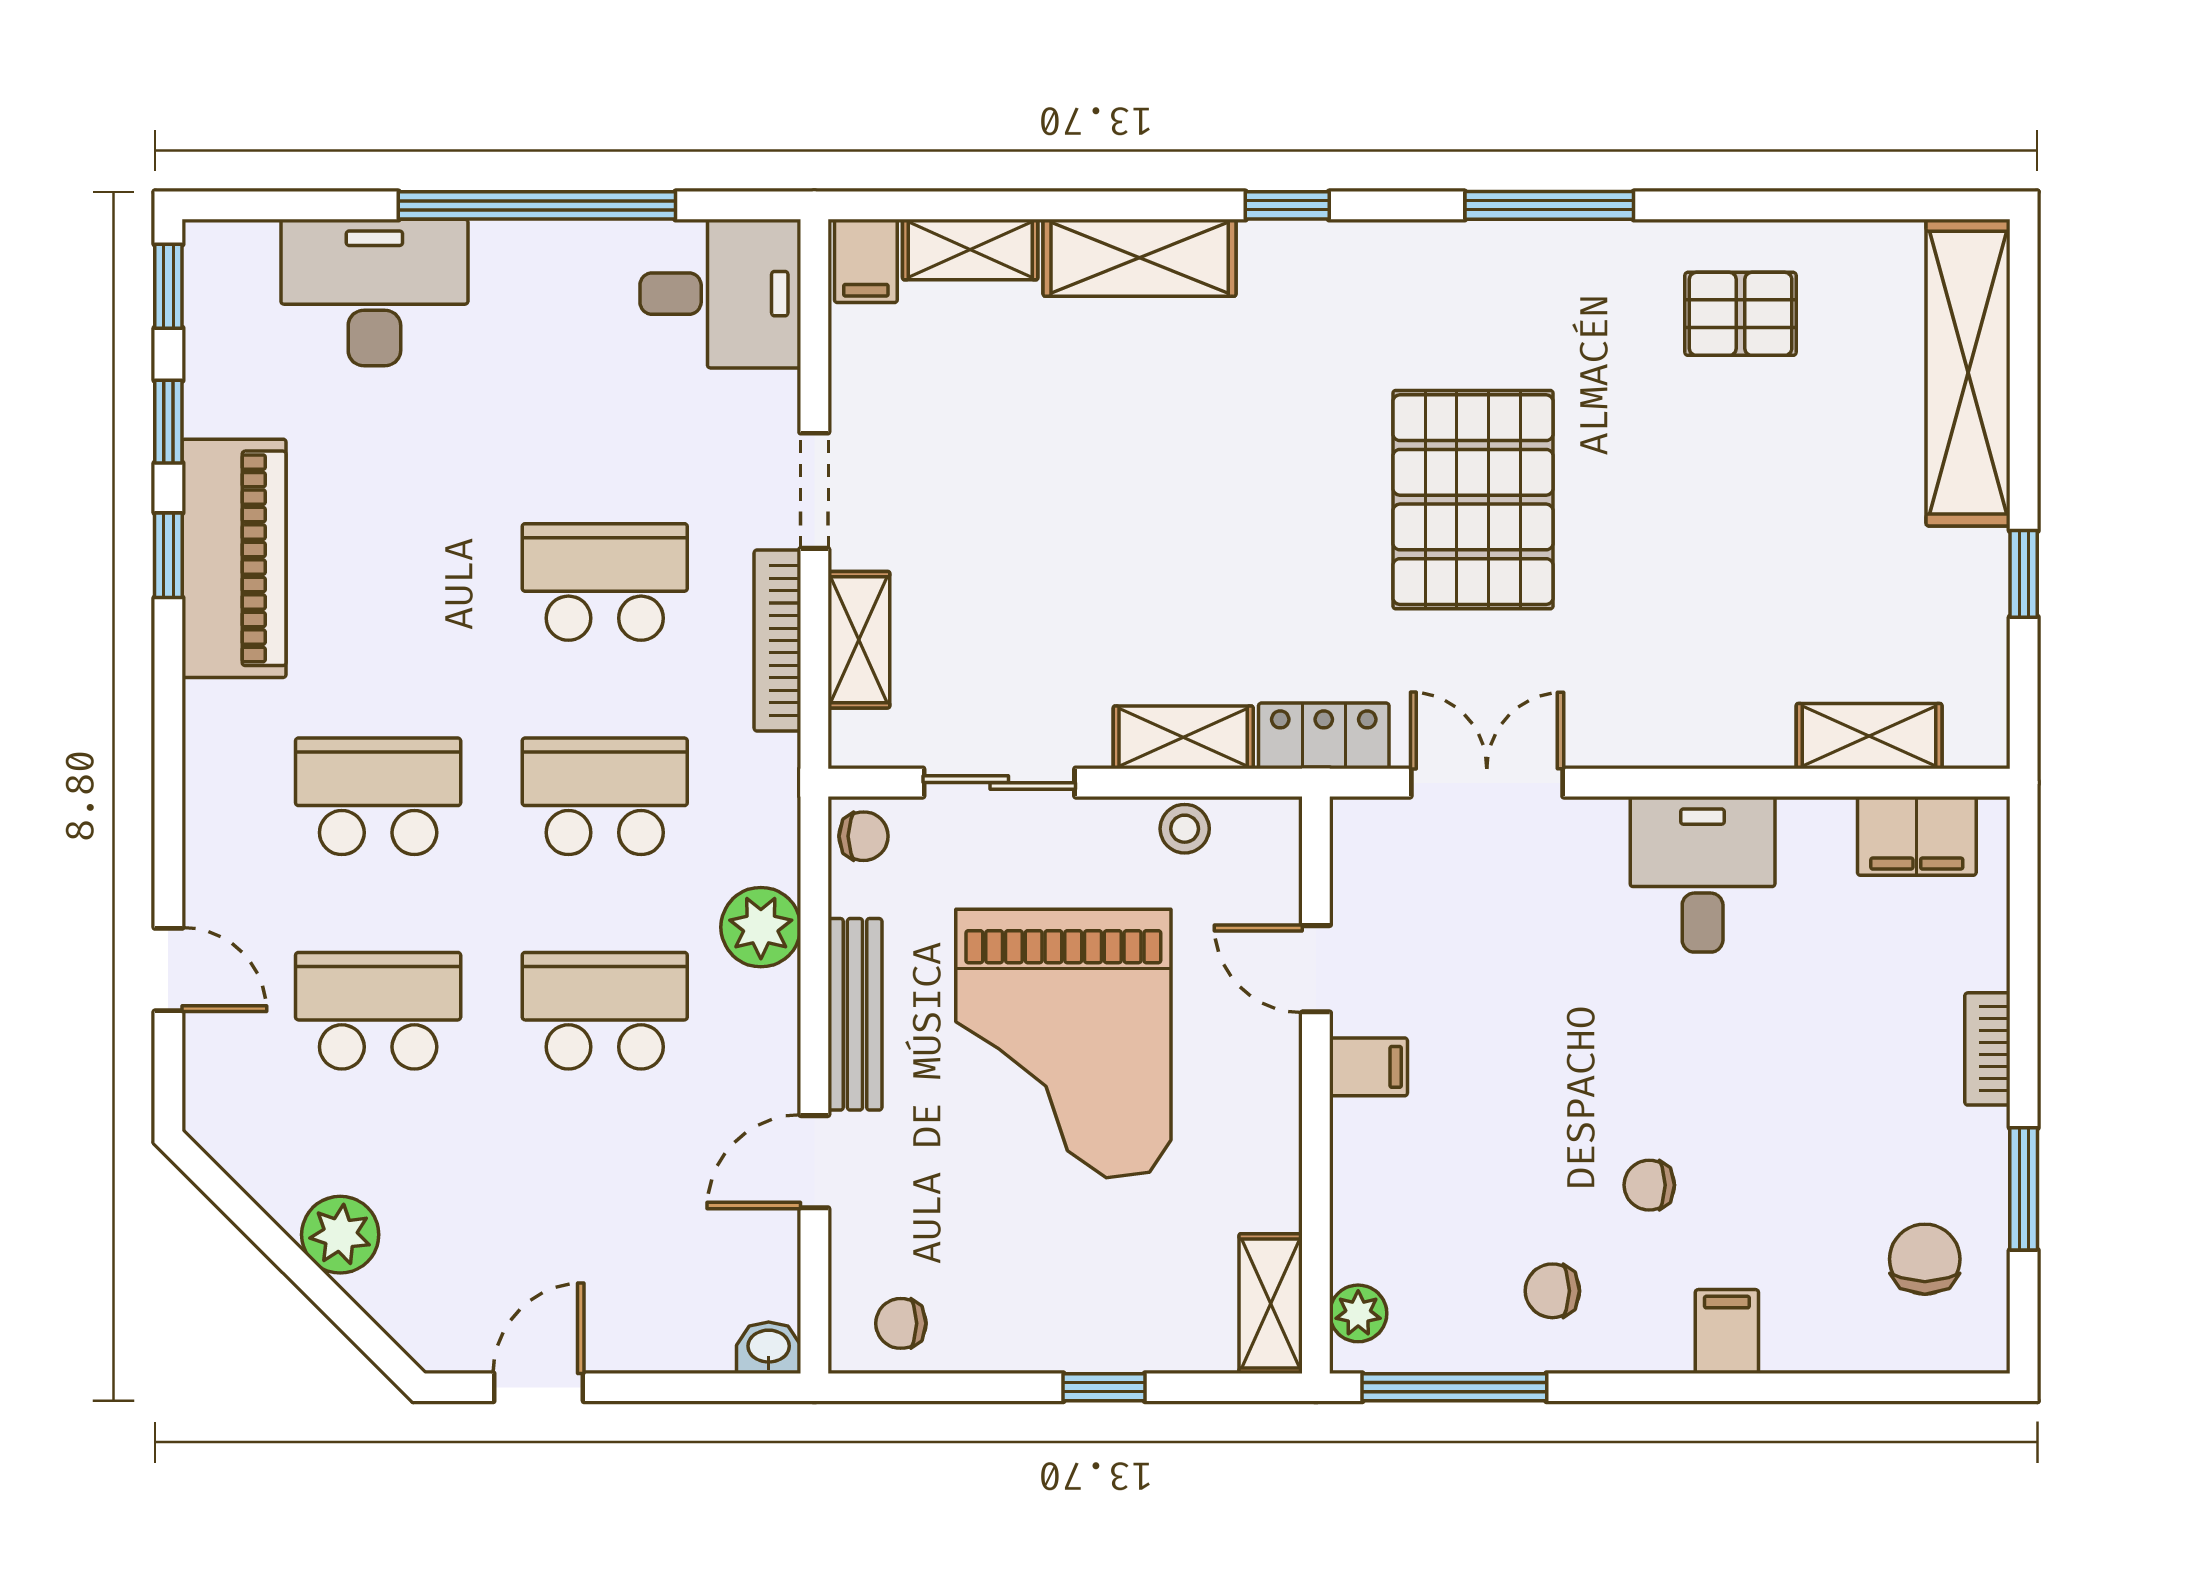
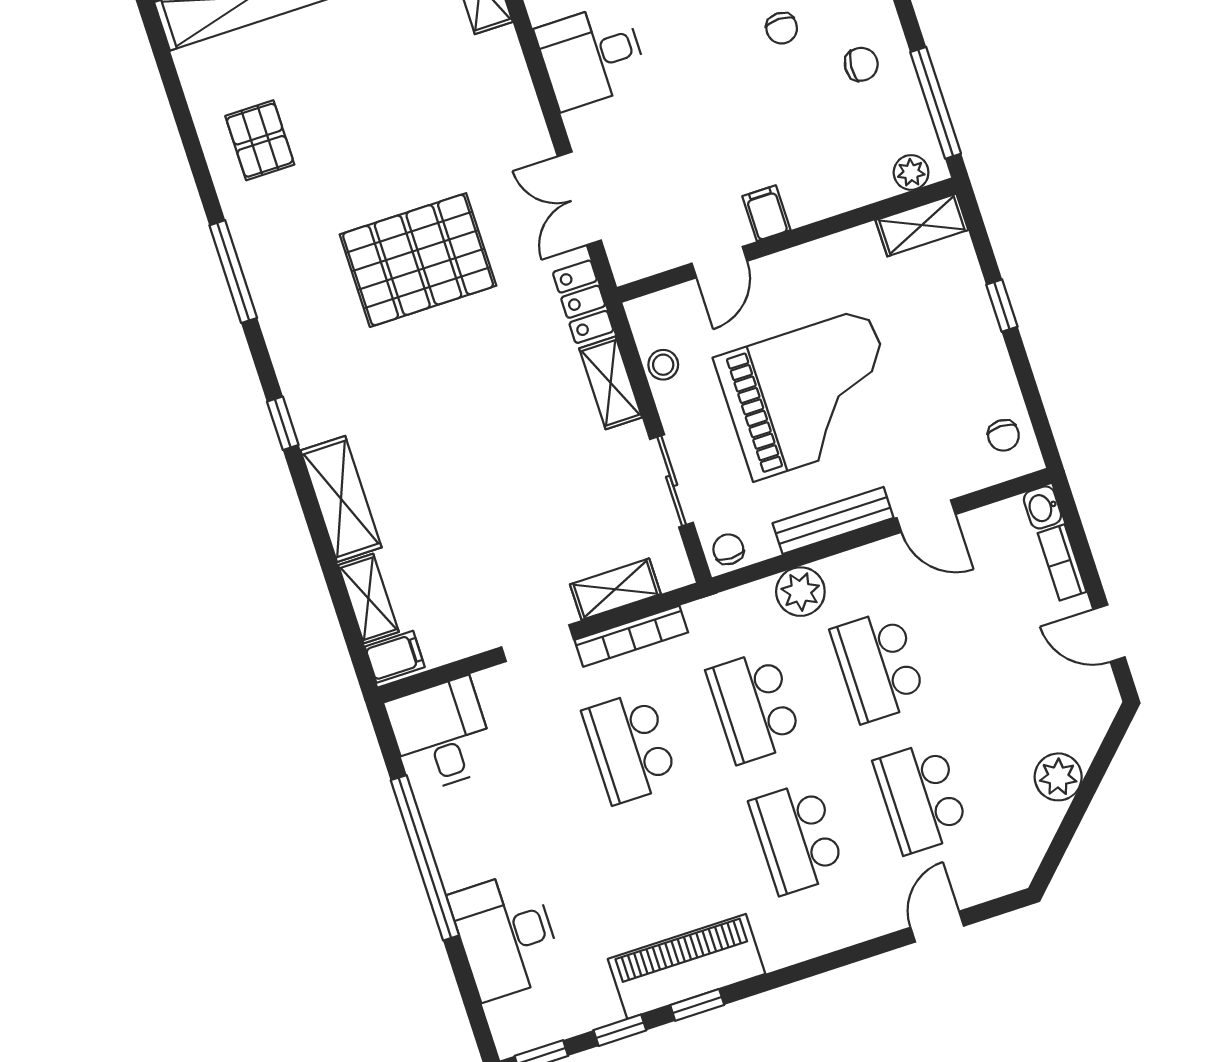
chair: (1552, 1291) -> (861, 64), turned -86
bookcase: (673, 1350) -> (1062, 562), added

